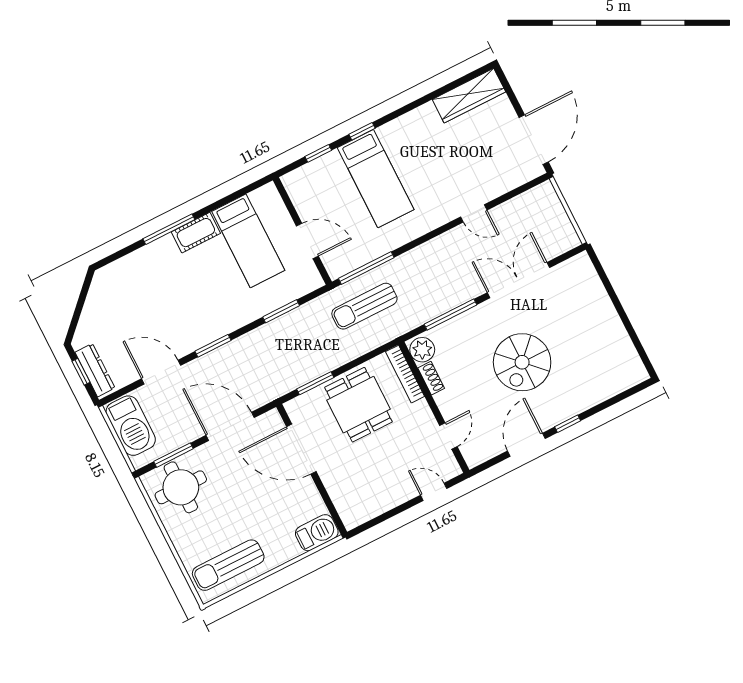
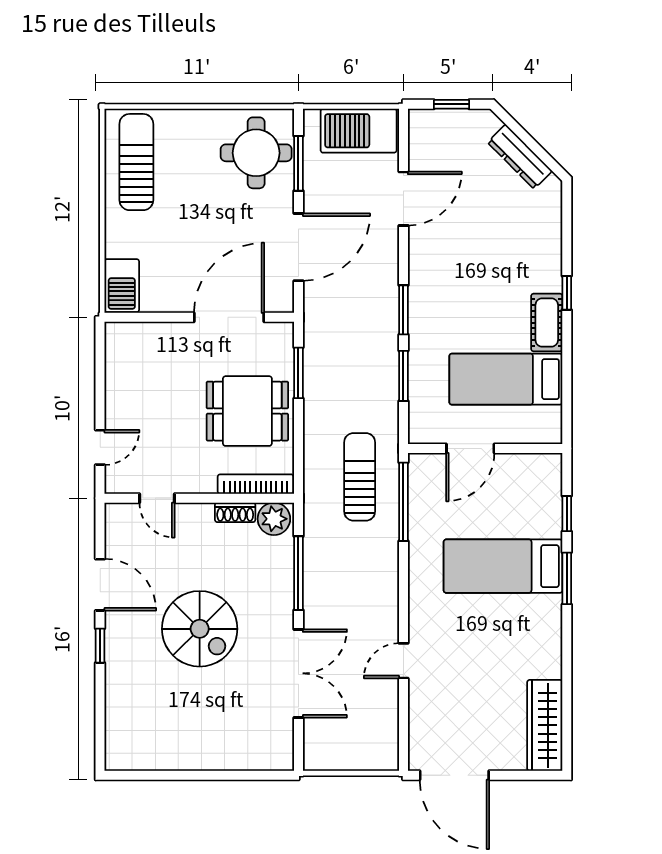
window: (362, 131) -> (567, 578), width x1.50
window: (169, 229) -> (567, 293), width x0.46
window: (213, 346) -> (403, 310), moved
spiral stairs: (522, 362) -> (200, 629), turned 180
dresser: (95, 370) -> (520, 157), moved, turned 45

